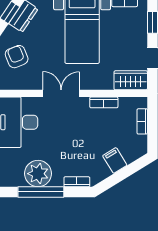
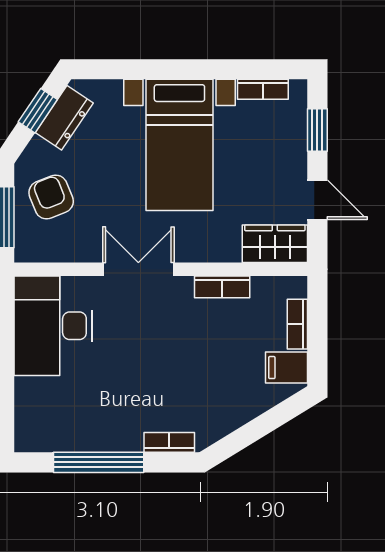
filing cabinet: (115, 160) -> (286, 368), moved, turned -59
plant: (38, 174) -> (93, 426), removed

